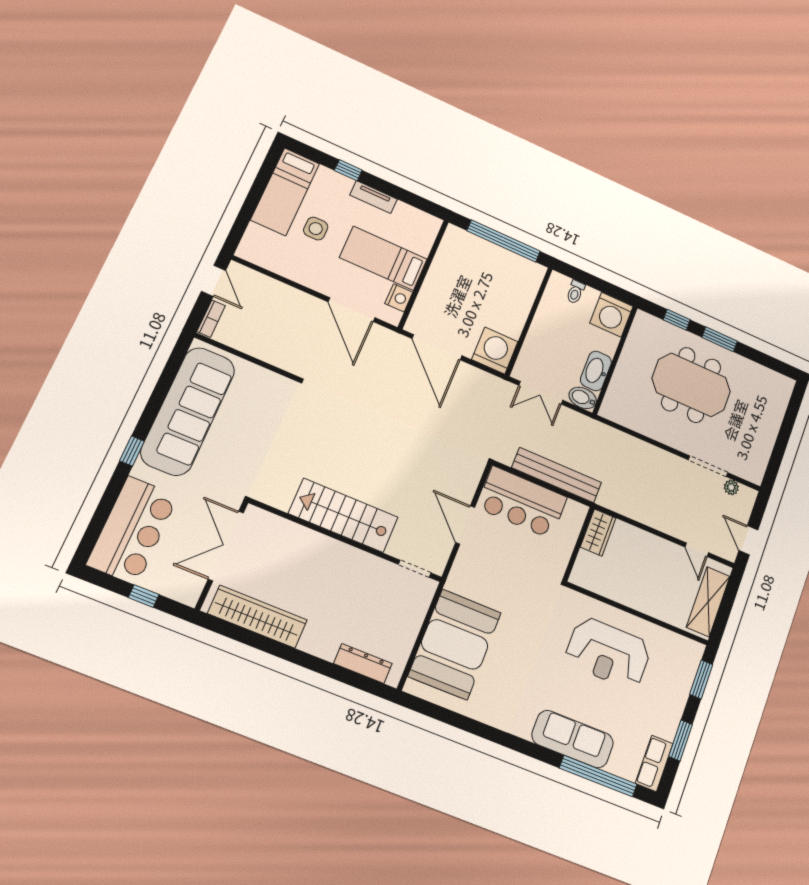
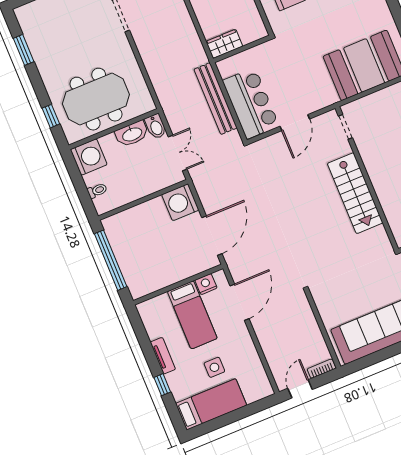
window: (720, 339) -> (24, 50), moved
meeting table: (691, 385) -> (96, 99), moved, turned 90

